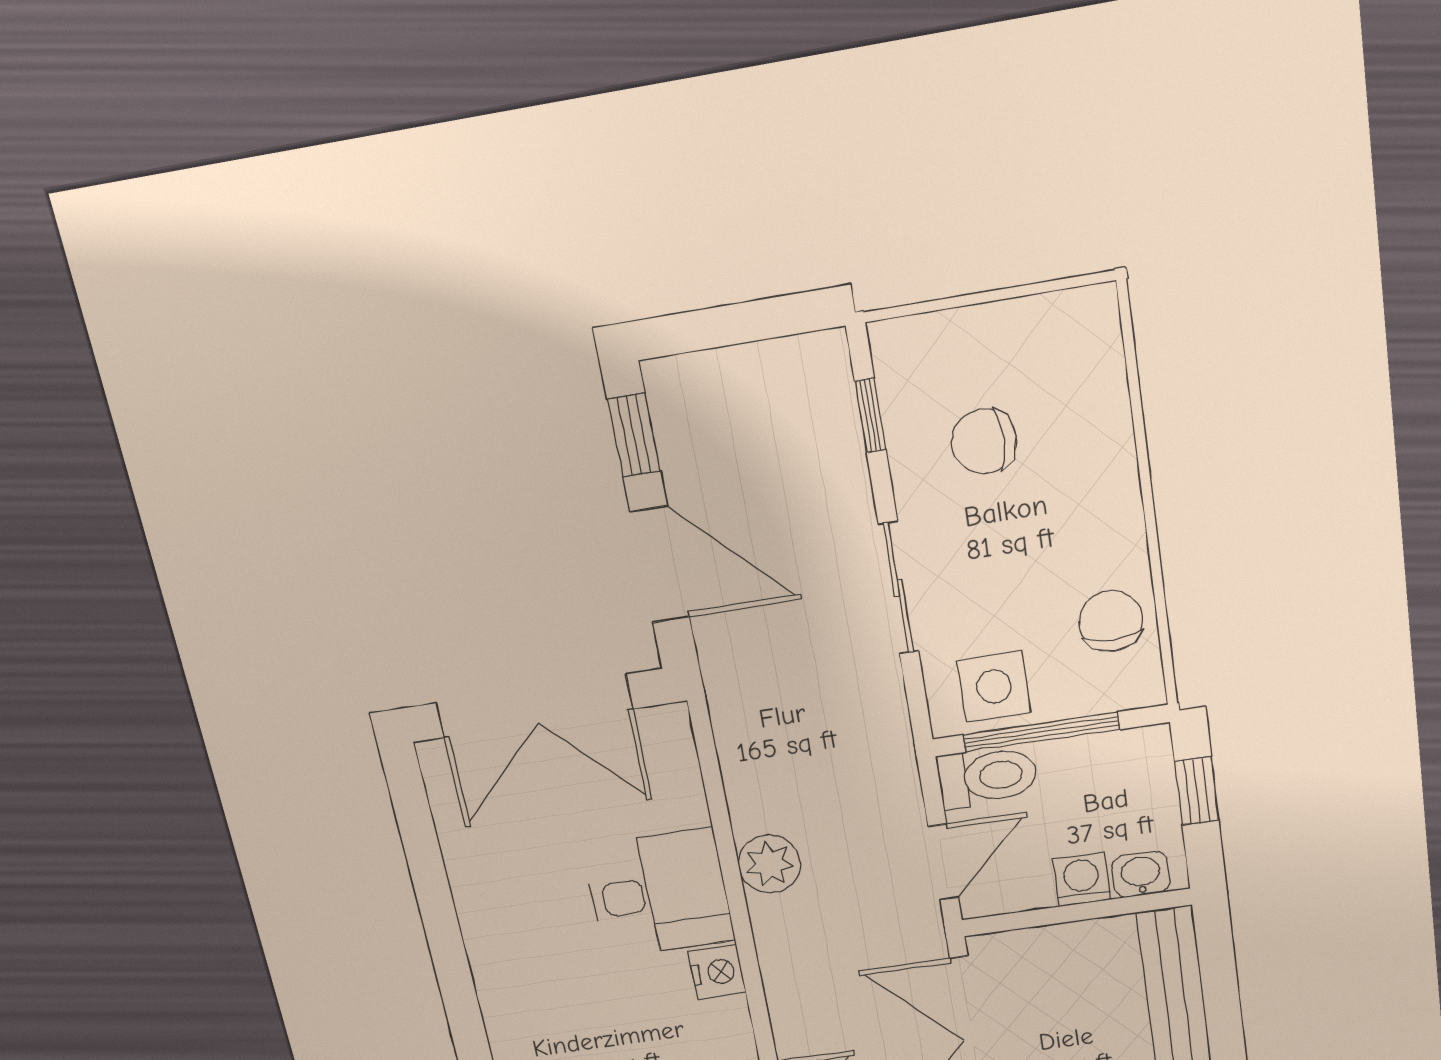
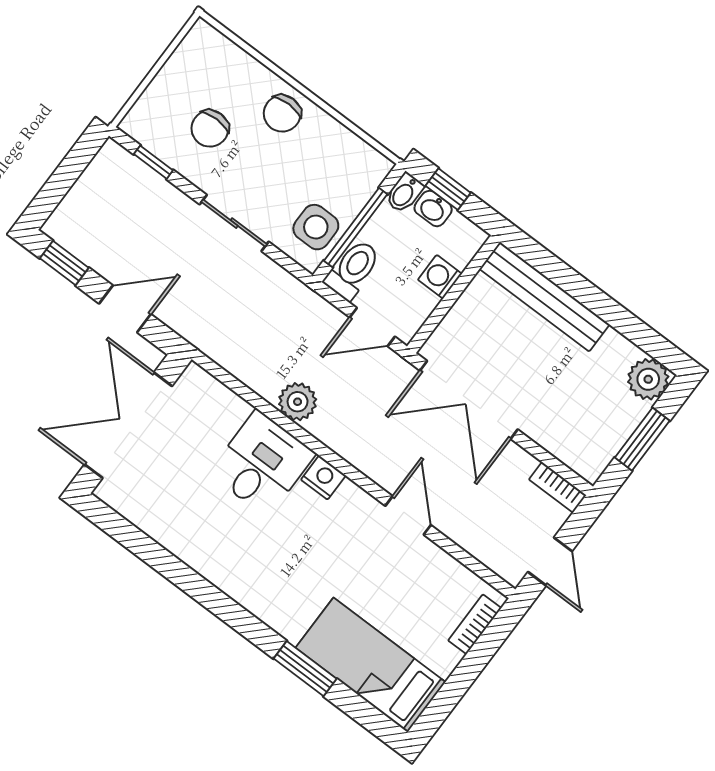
door: (660, 565) -> (125, 309), width x0.73
chair: (1111, 621) -> (282, 113), moved, turned -90
double door: (534, 706) -> (128, 425), swing flipped
bidet: (1141, 746) -> (404, 193), added
door: (943, 862) -> (372, 327), swing flipped
washbasin: (1141, 874) -> (433, 209), moved, turned -90

